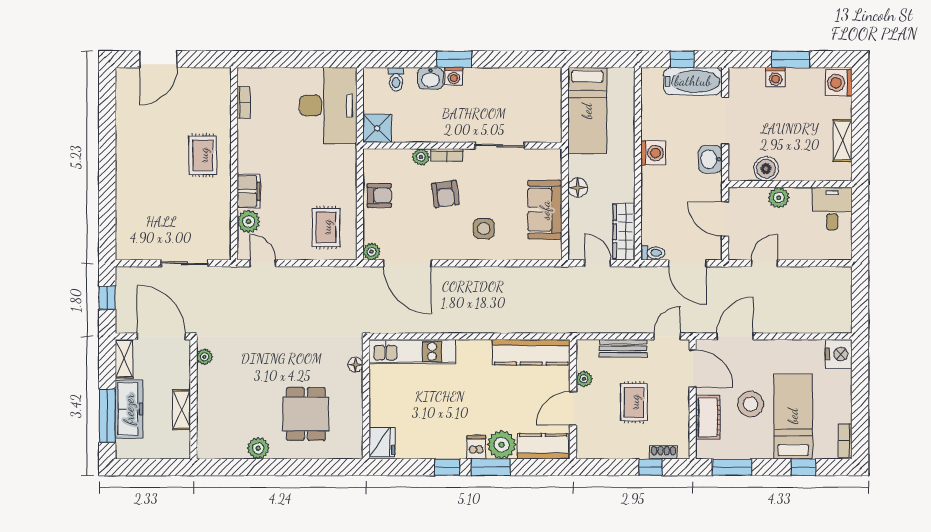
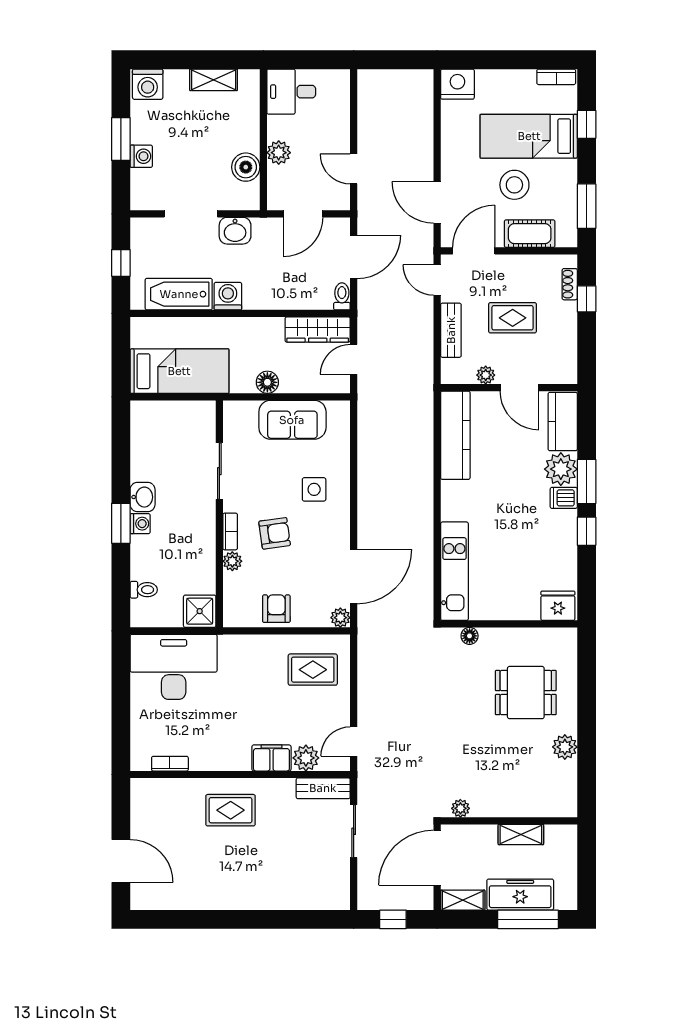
washbasin: (431, 78) -> (143, 497), moved
bathtub: (693, 81) -> (179, 294), moved, turned -90
bench: (222, 237) -> (323, 788), added

